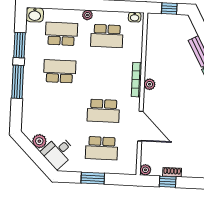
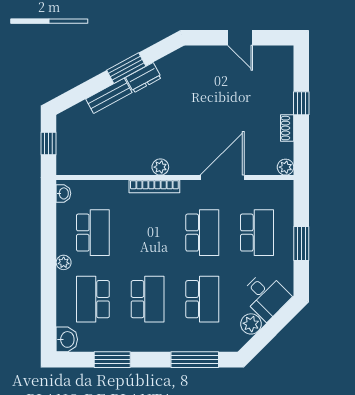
school desk: (60, 71) -> (148, 299), turned 180
window: (18, 82) -> (195, 360), moved
school desk: (58, 109) -> (202, 299), added
window: (168, 182) -> (301, 103), moved

